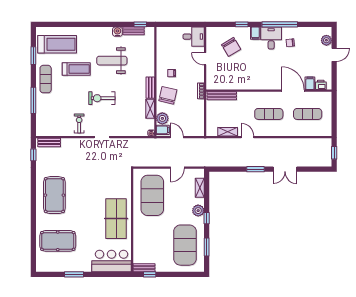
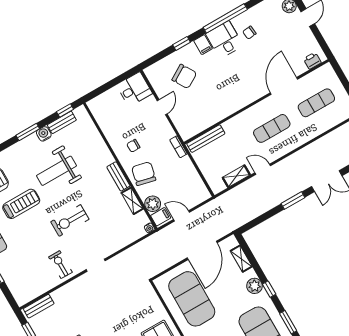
window: (108, 24) -> (28, 132), added
door: (205, 59) -> (162, 107), swing flipped
filing cabinet: (310, 83) -> (299, 66), removed
door: (293, 91) -> (284, 86), hinge flipped
door: (177, 168) -> (202, 250), width x1.88

